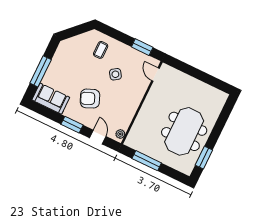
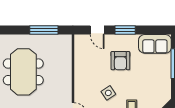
armchair: (90, 99) -> (120, 61), turned 113
plant: (120, 134) -> (79, 42), removed

